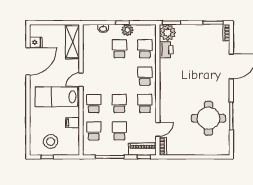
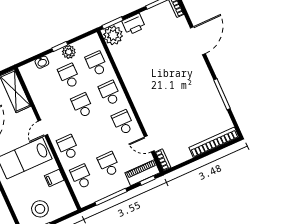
printer: (166, 50) -> (134, 24), moved, turned 90
school desk: (119, 103) -> (82, 105), moved
round table: (208, 118) -> (198, 108), removed
door: (158, 129) -> (149, 144), swing flipped
bookcase: (208, 150) -> (214, 142), added

